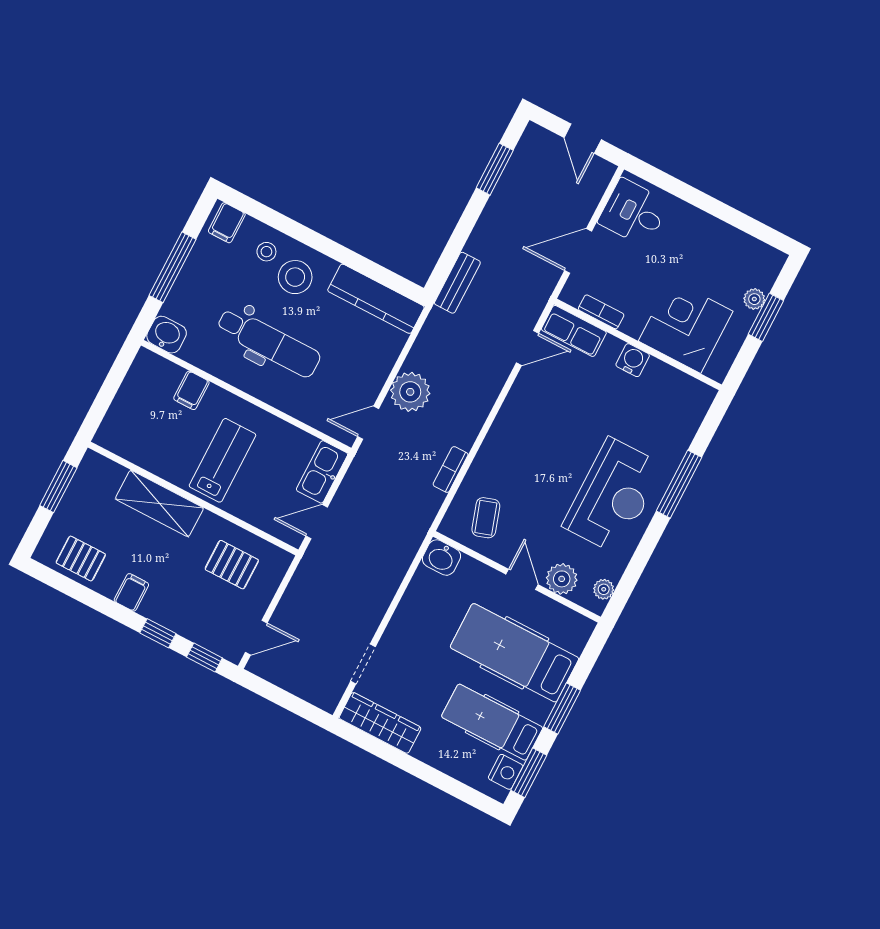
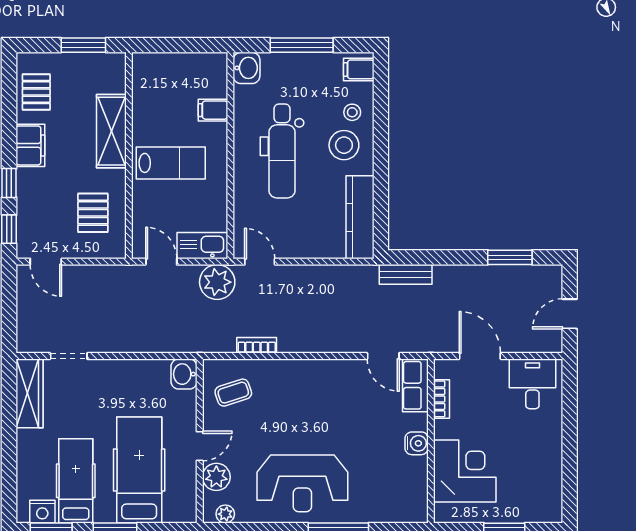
plant: (754, 299) -> (514, 514), removed
plant: (410, 392) -> (217, 282), moved
filing cabinet: (131, 592) -> (30, 145), width x2.00

